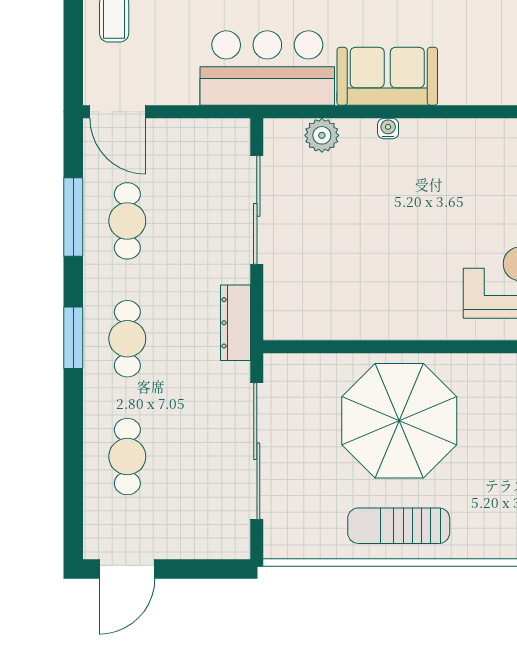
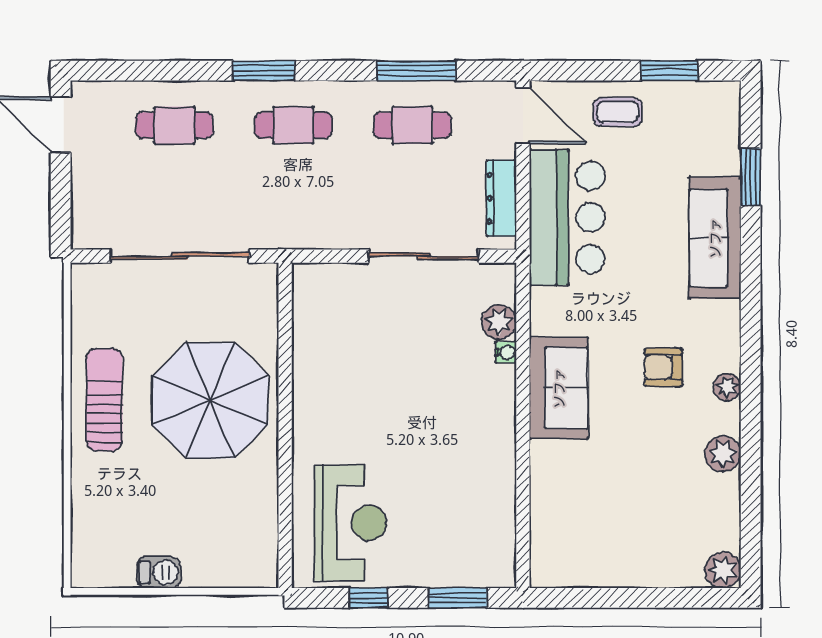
bar counter: (267, 68) -> (567, 218), moved
door: (118, 112) -> (523, 116), swing flipped
water cooler: (388, 129) -> (506, 352), moved
dresser: (236, 323) -> (501, 198), moved, turned -90
window: (73, 338) -> (264, 71), moved

